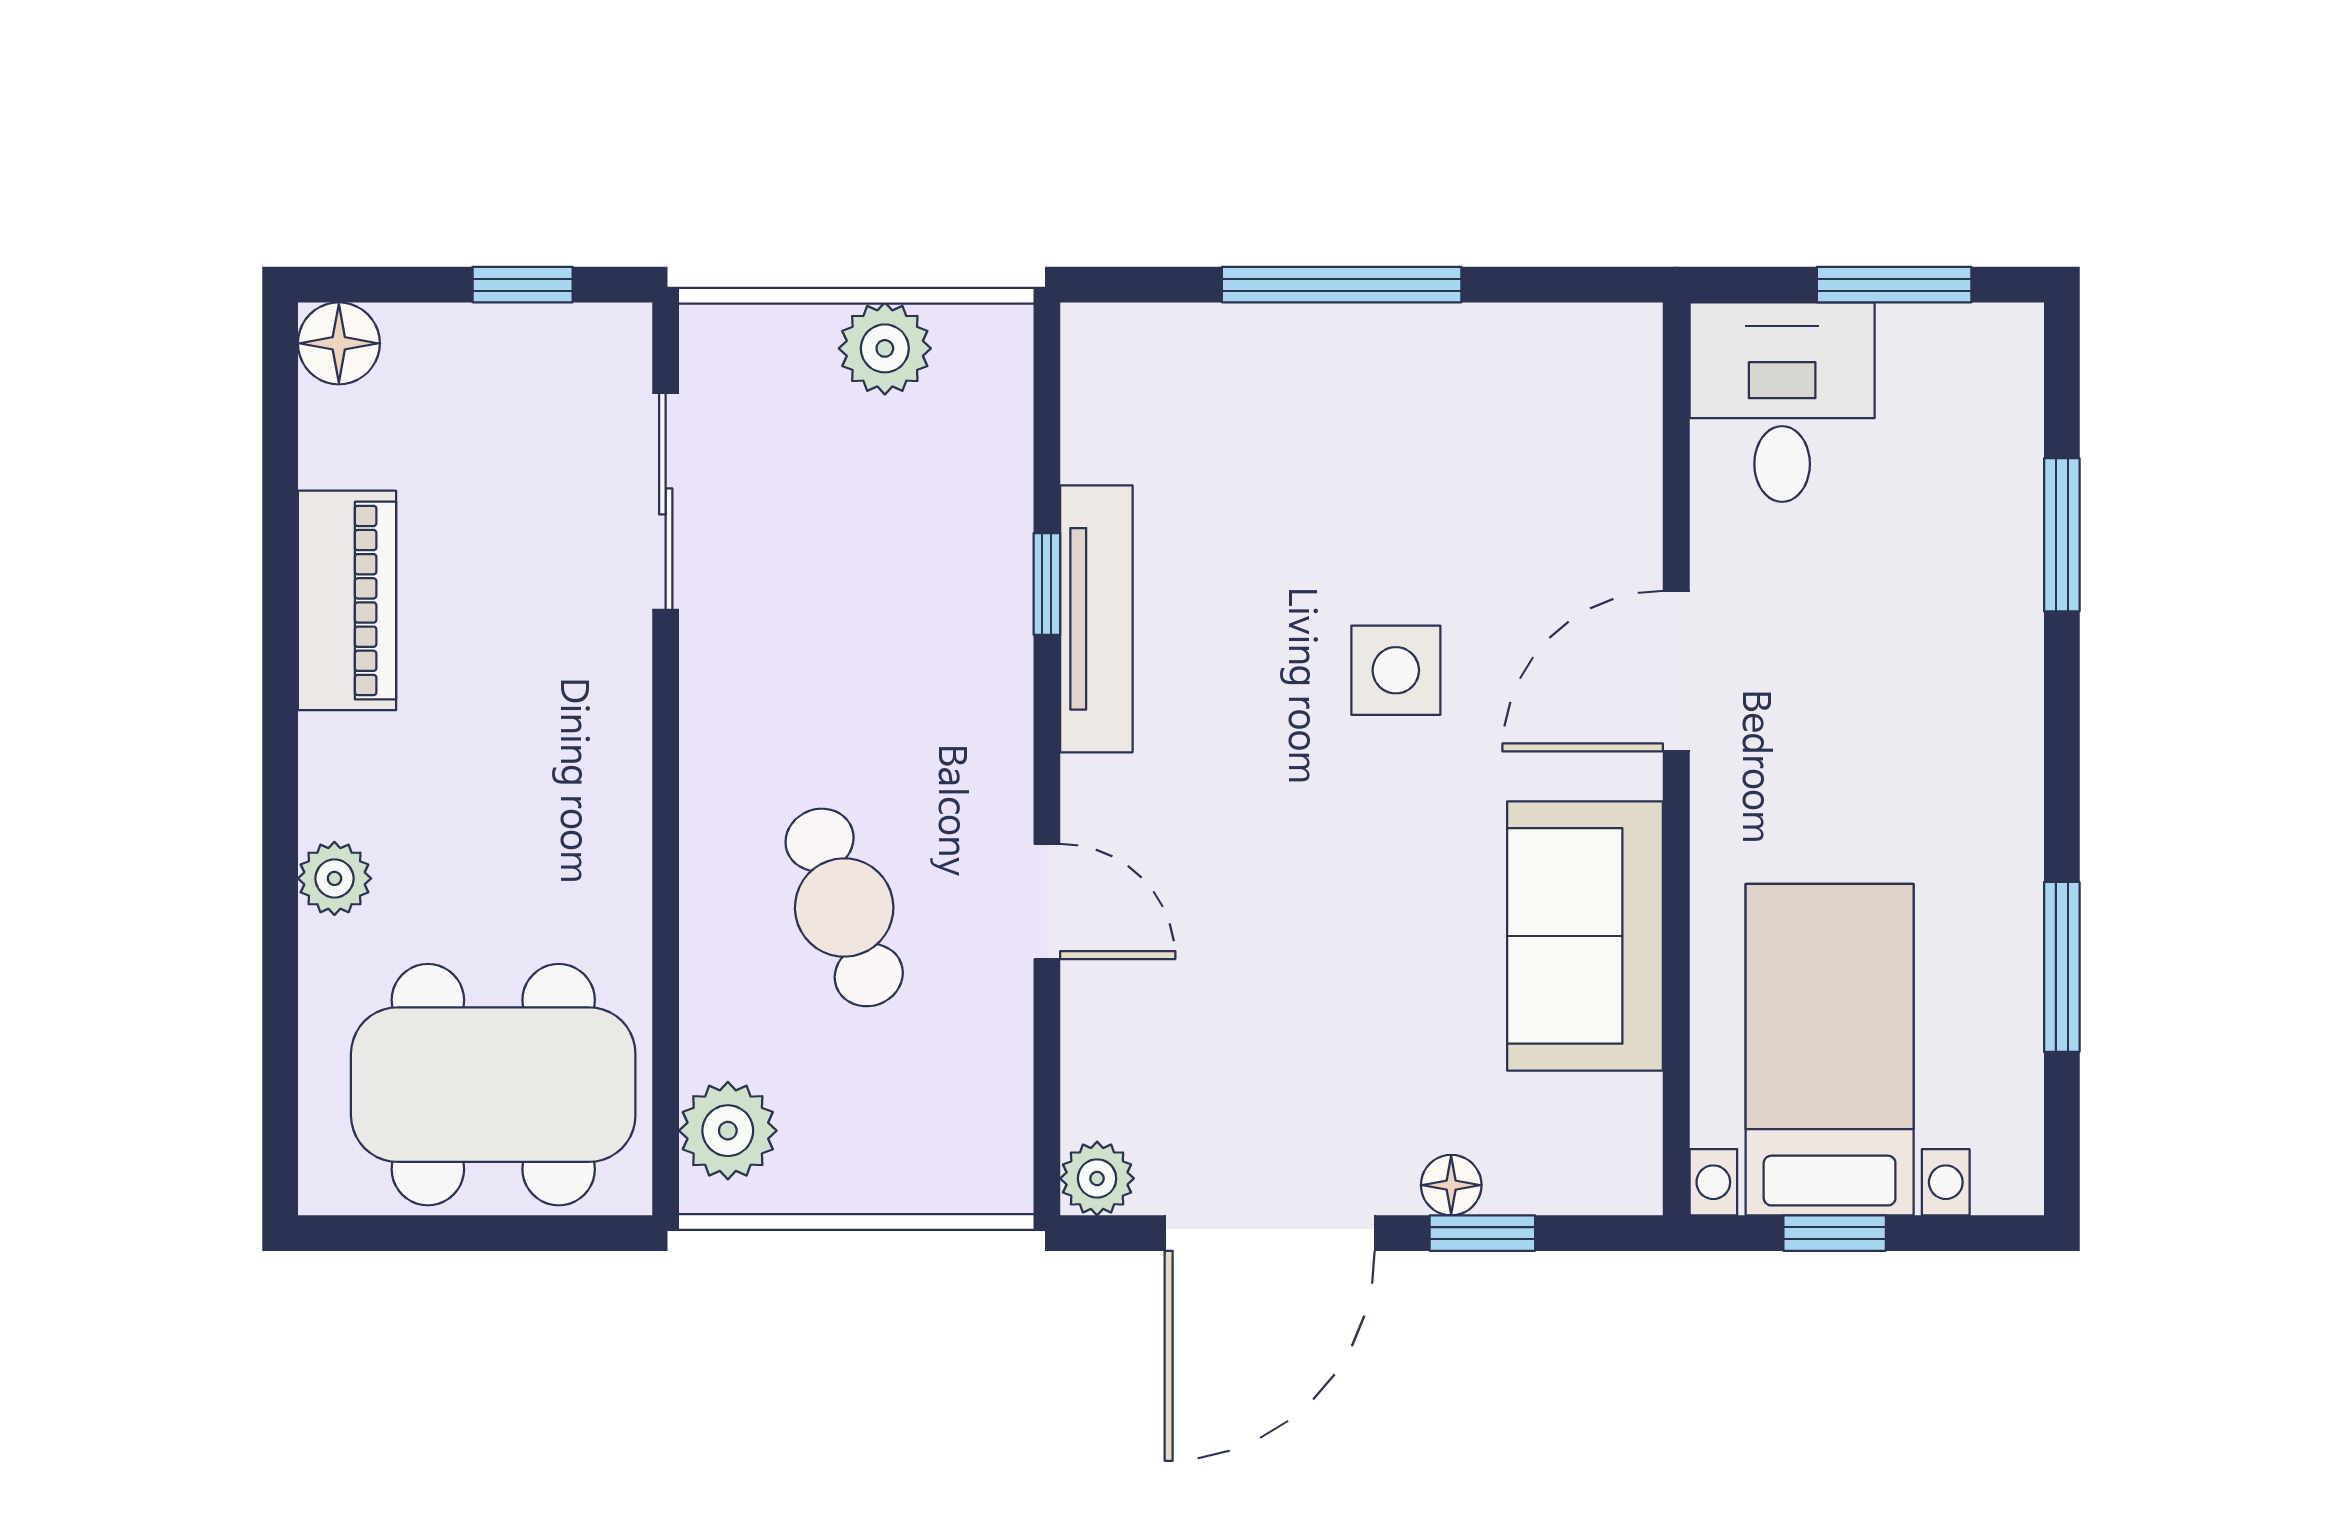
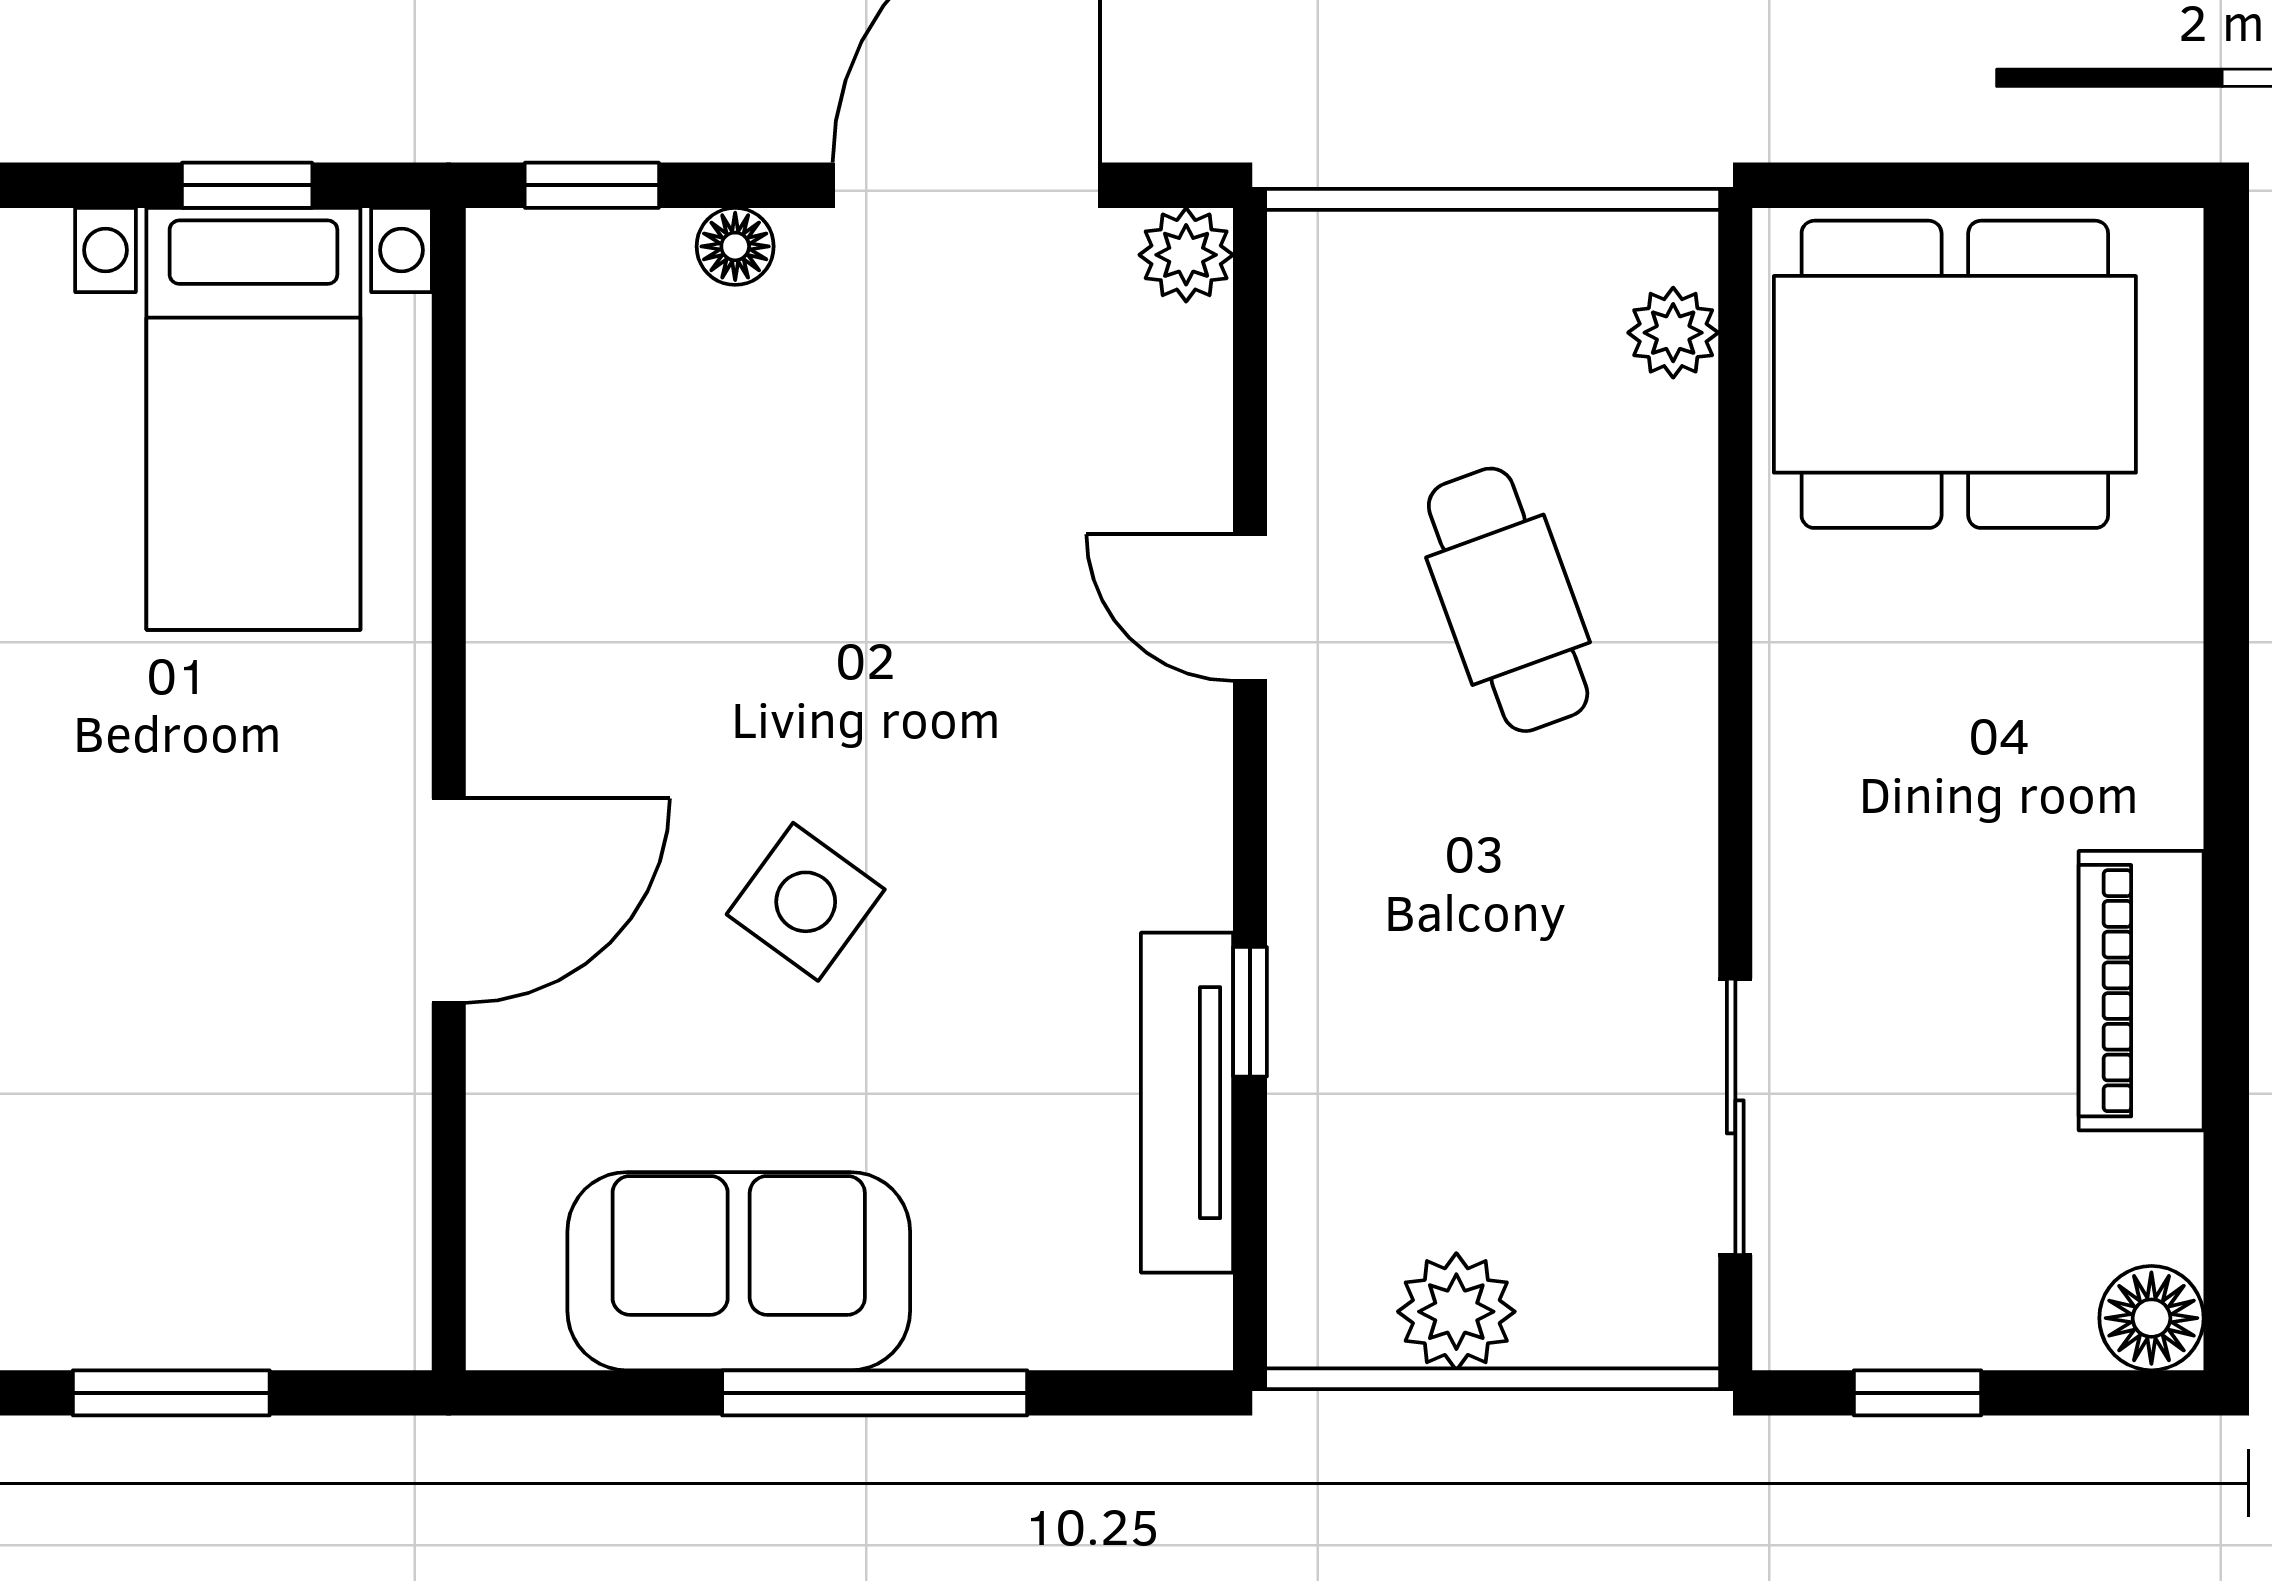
desk: (1782, 402) -> (314, 1243), removed
tv unit: (1096, 619) -> (1187, 1103), moved
side table: (1396, 670) -> (806, 902), turned 36
plant: (334, 878) -> (2157, 637), removed
sofa: (1585, 936) -> (739, 1271), moved, turned -90
plant: (728, 1131) -> (1673, 333), width x0.73, depth x0.73
window: (1482, 1233) -> (592, 185), moved

